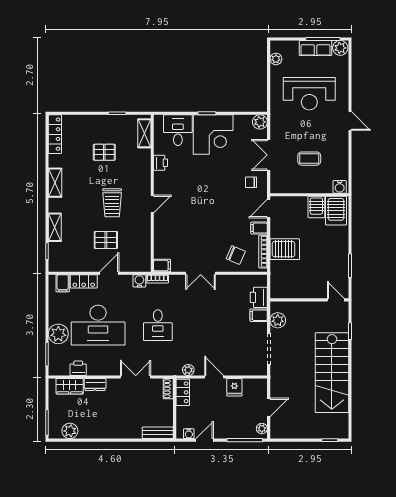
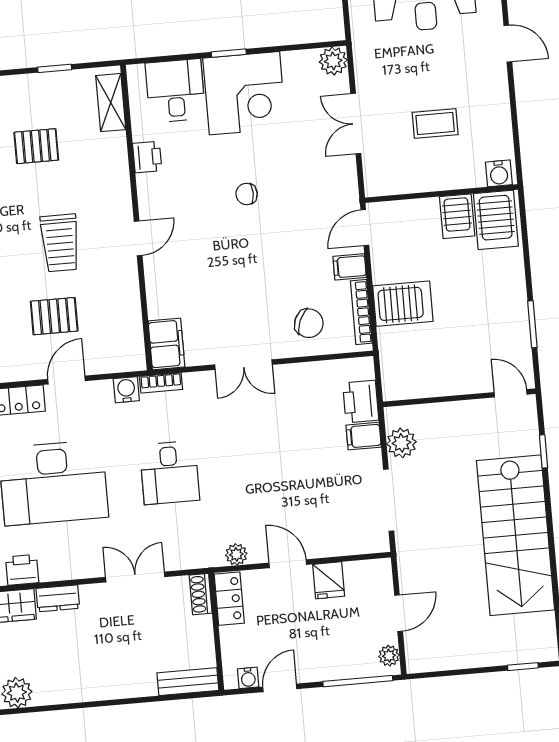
chair: (251, 182) -> (247, 194), moved
filing cabinet: (162, 266) -> (166, 344), width x2.00

